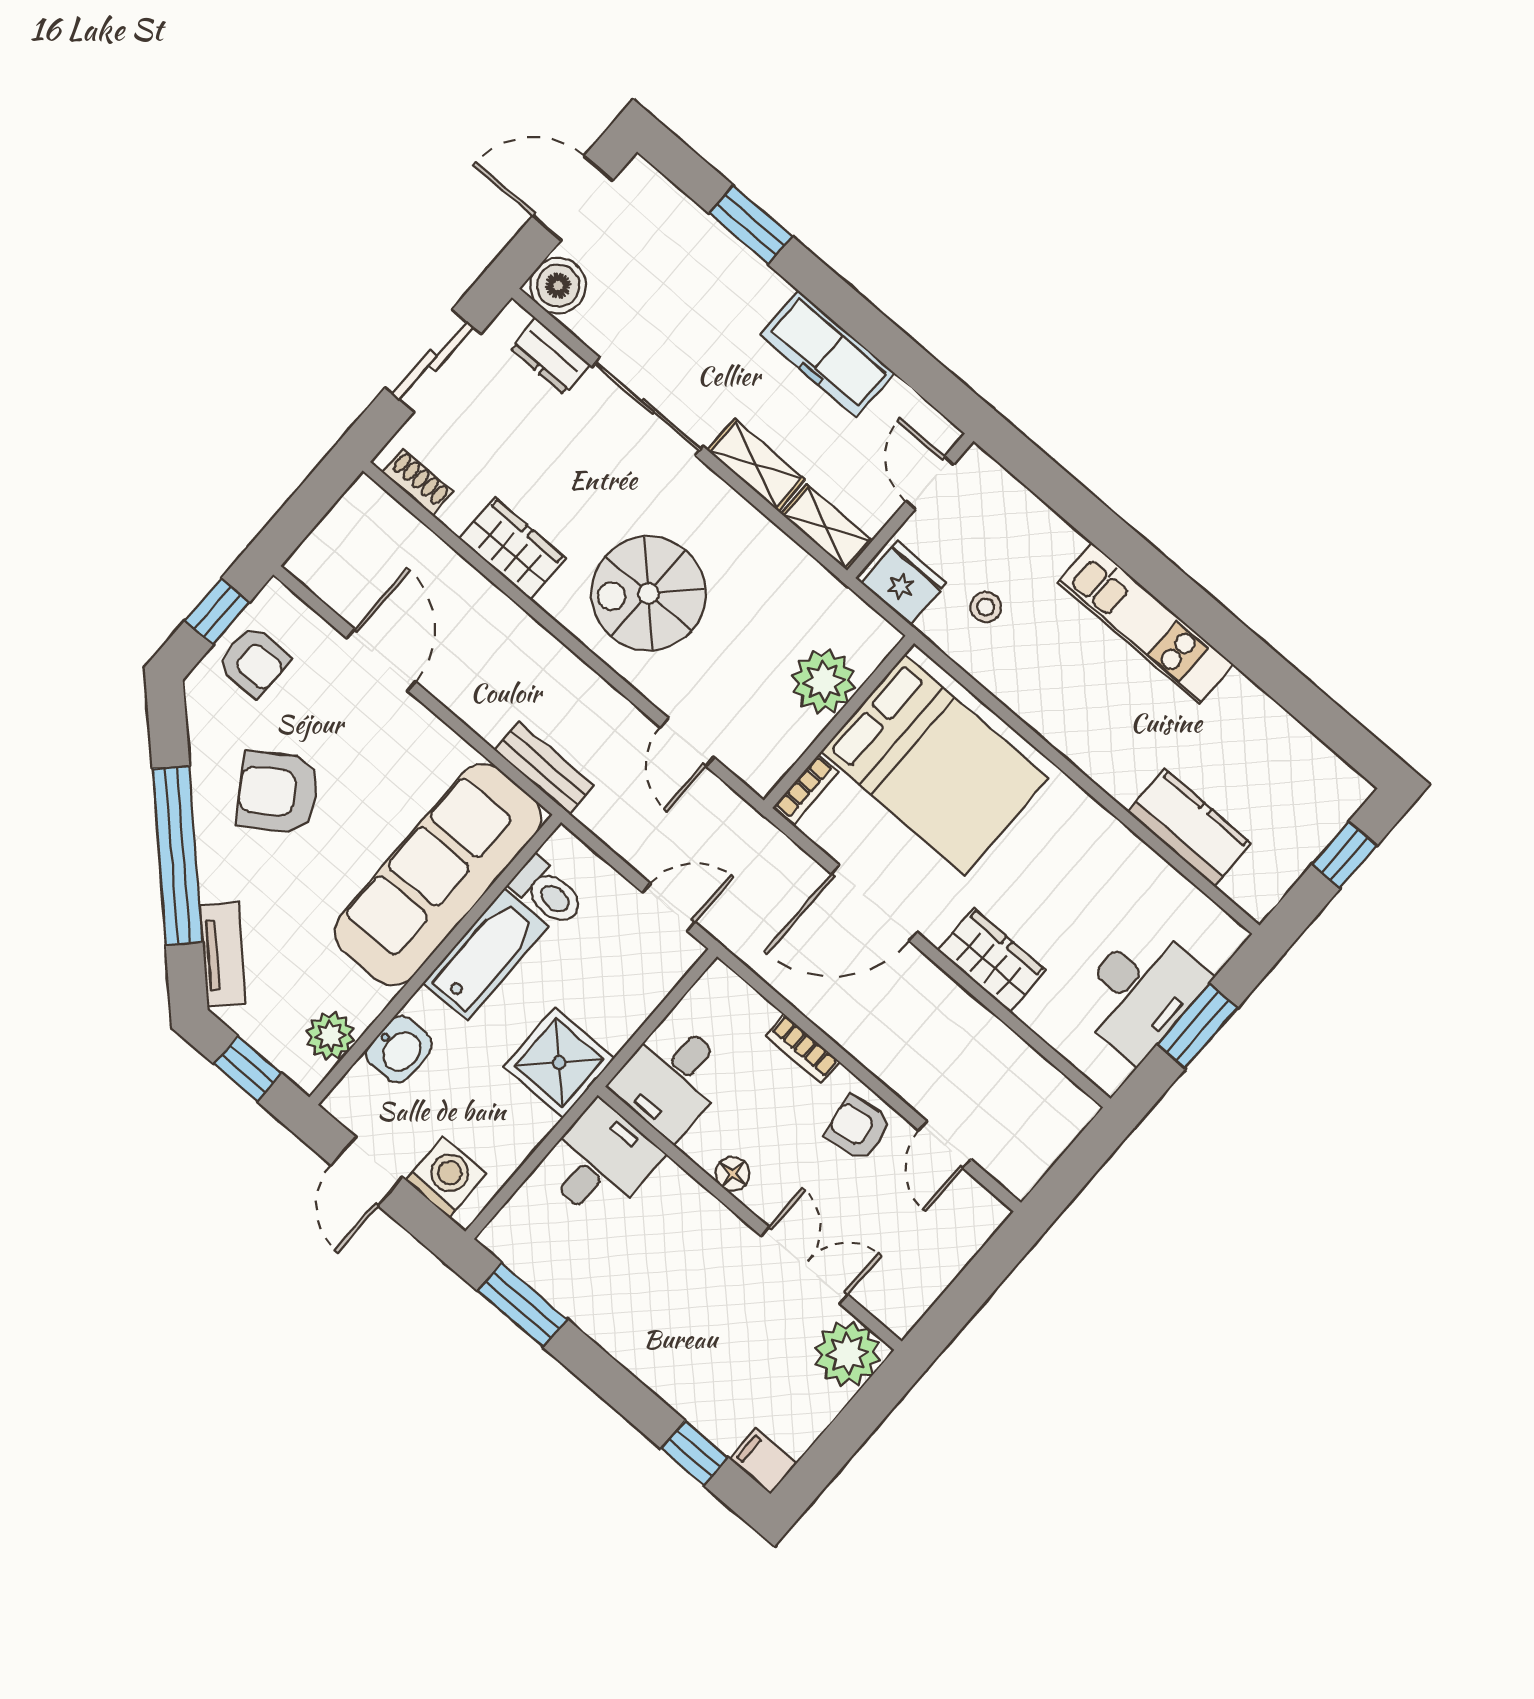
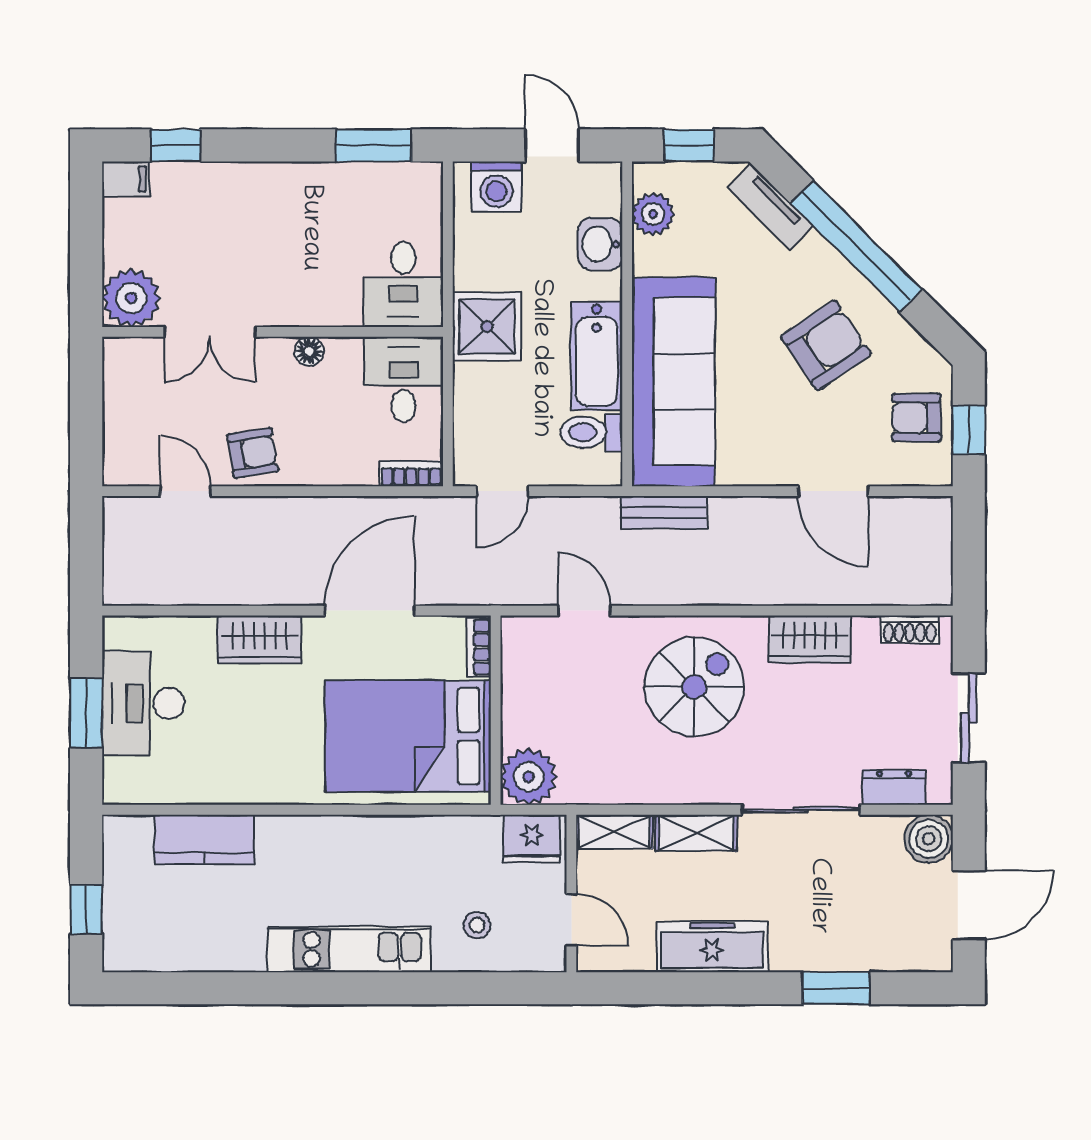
stool: (986, 607) -> (477, 925), moved
plant: (824, 681) -> (529, 777), moved
bookcase: (802, 1049) -> (411, 474), moved

